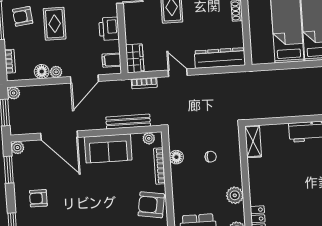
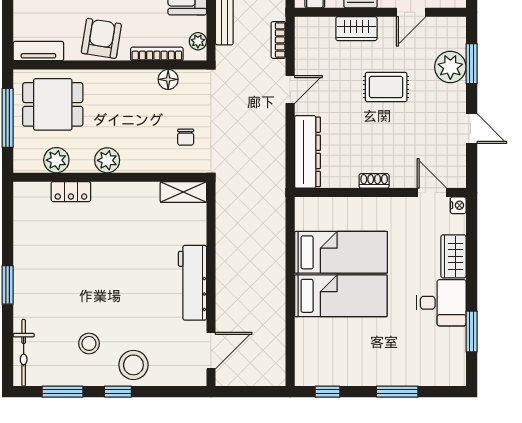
wardrobe: (135, 58) -> (356, 29), moved
chair: (211, 157) -> (186, 137), moved

